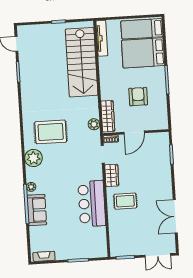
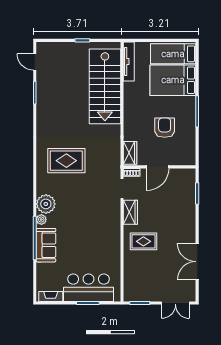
wardrobe: (108, 116) -> (130, 153), width x0.67
plant: (94, 124) -> (114, 155), removed
plant: (33, 158) -> (46, 204), moved
bar counter: (92, 204) -> (89, 288), moved, turned 90

